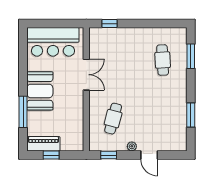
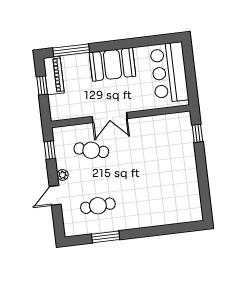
window: (191, 56) -> (172, 229), removed
cafe table: (163, 60) -> (98, 206), moved
double door: (86, 75) -> (110, 118), moved
window: (23, 112) -> (71, 50), moved

